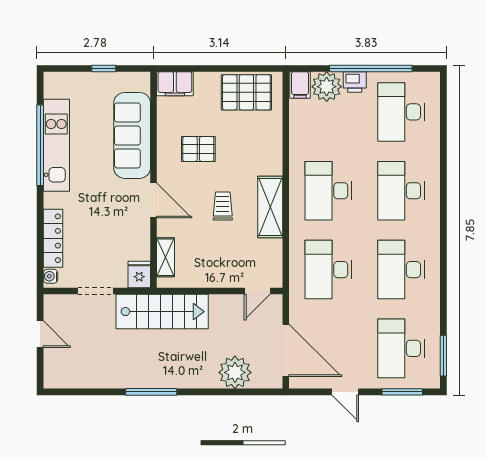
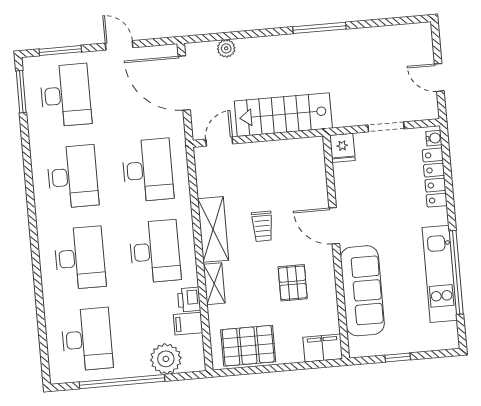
printer: (355, 82) -> (189, 299), moved, turned -90
filing cabinet: (300, 85) -> (188, 324), moved, turned -90
pallet: (198, 149) -> (293, 283), turned 90
shelving: (166, 257) -> (214, 284), moved
stairs: (162, 312) -> (283, 115), moved
plant: (235, 372) -> (226, 48), width x0.53, depth x0.53

